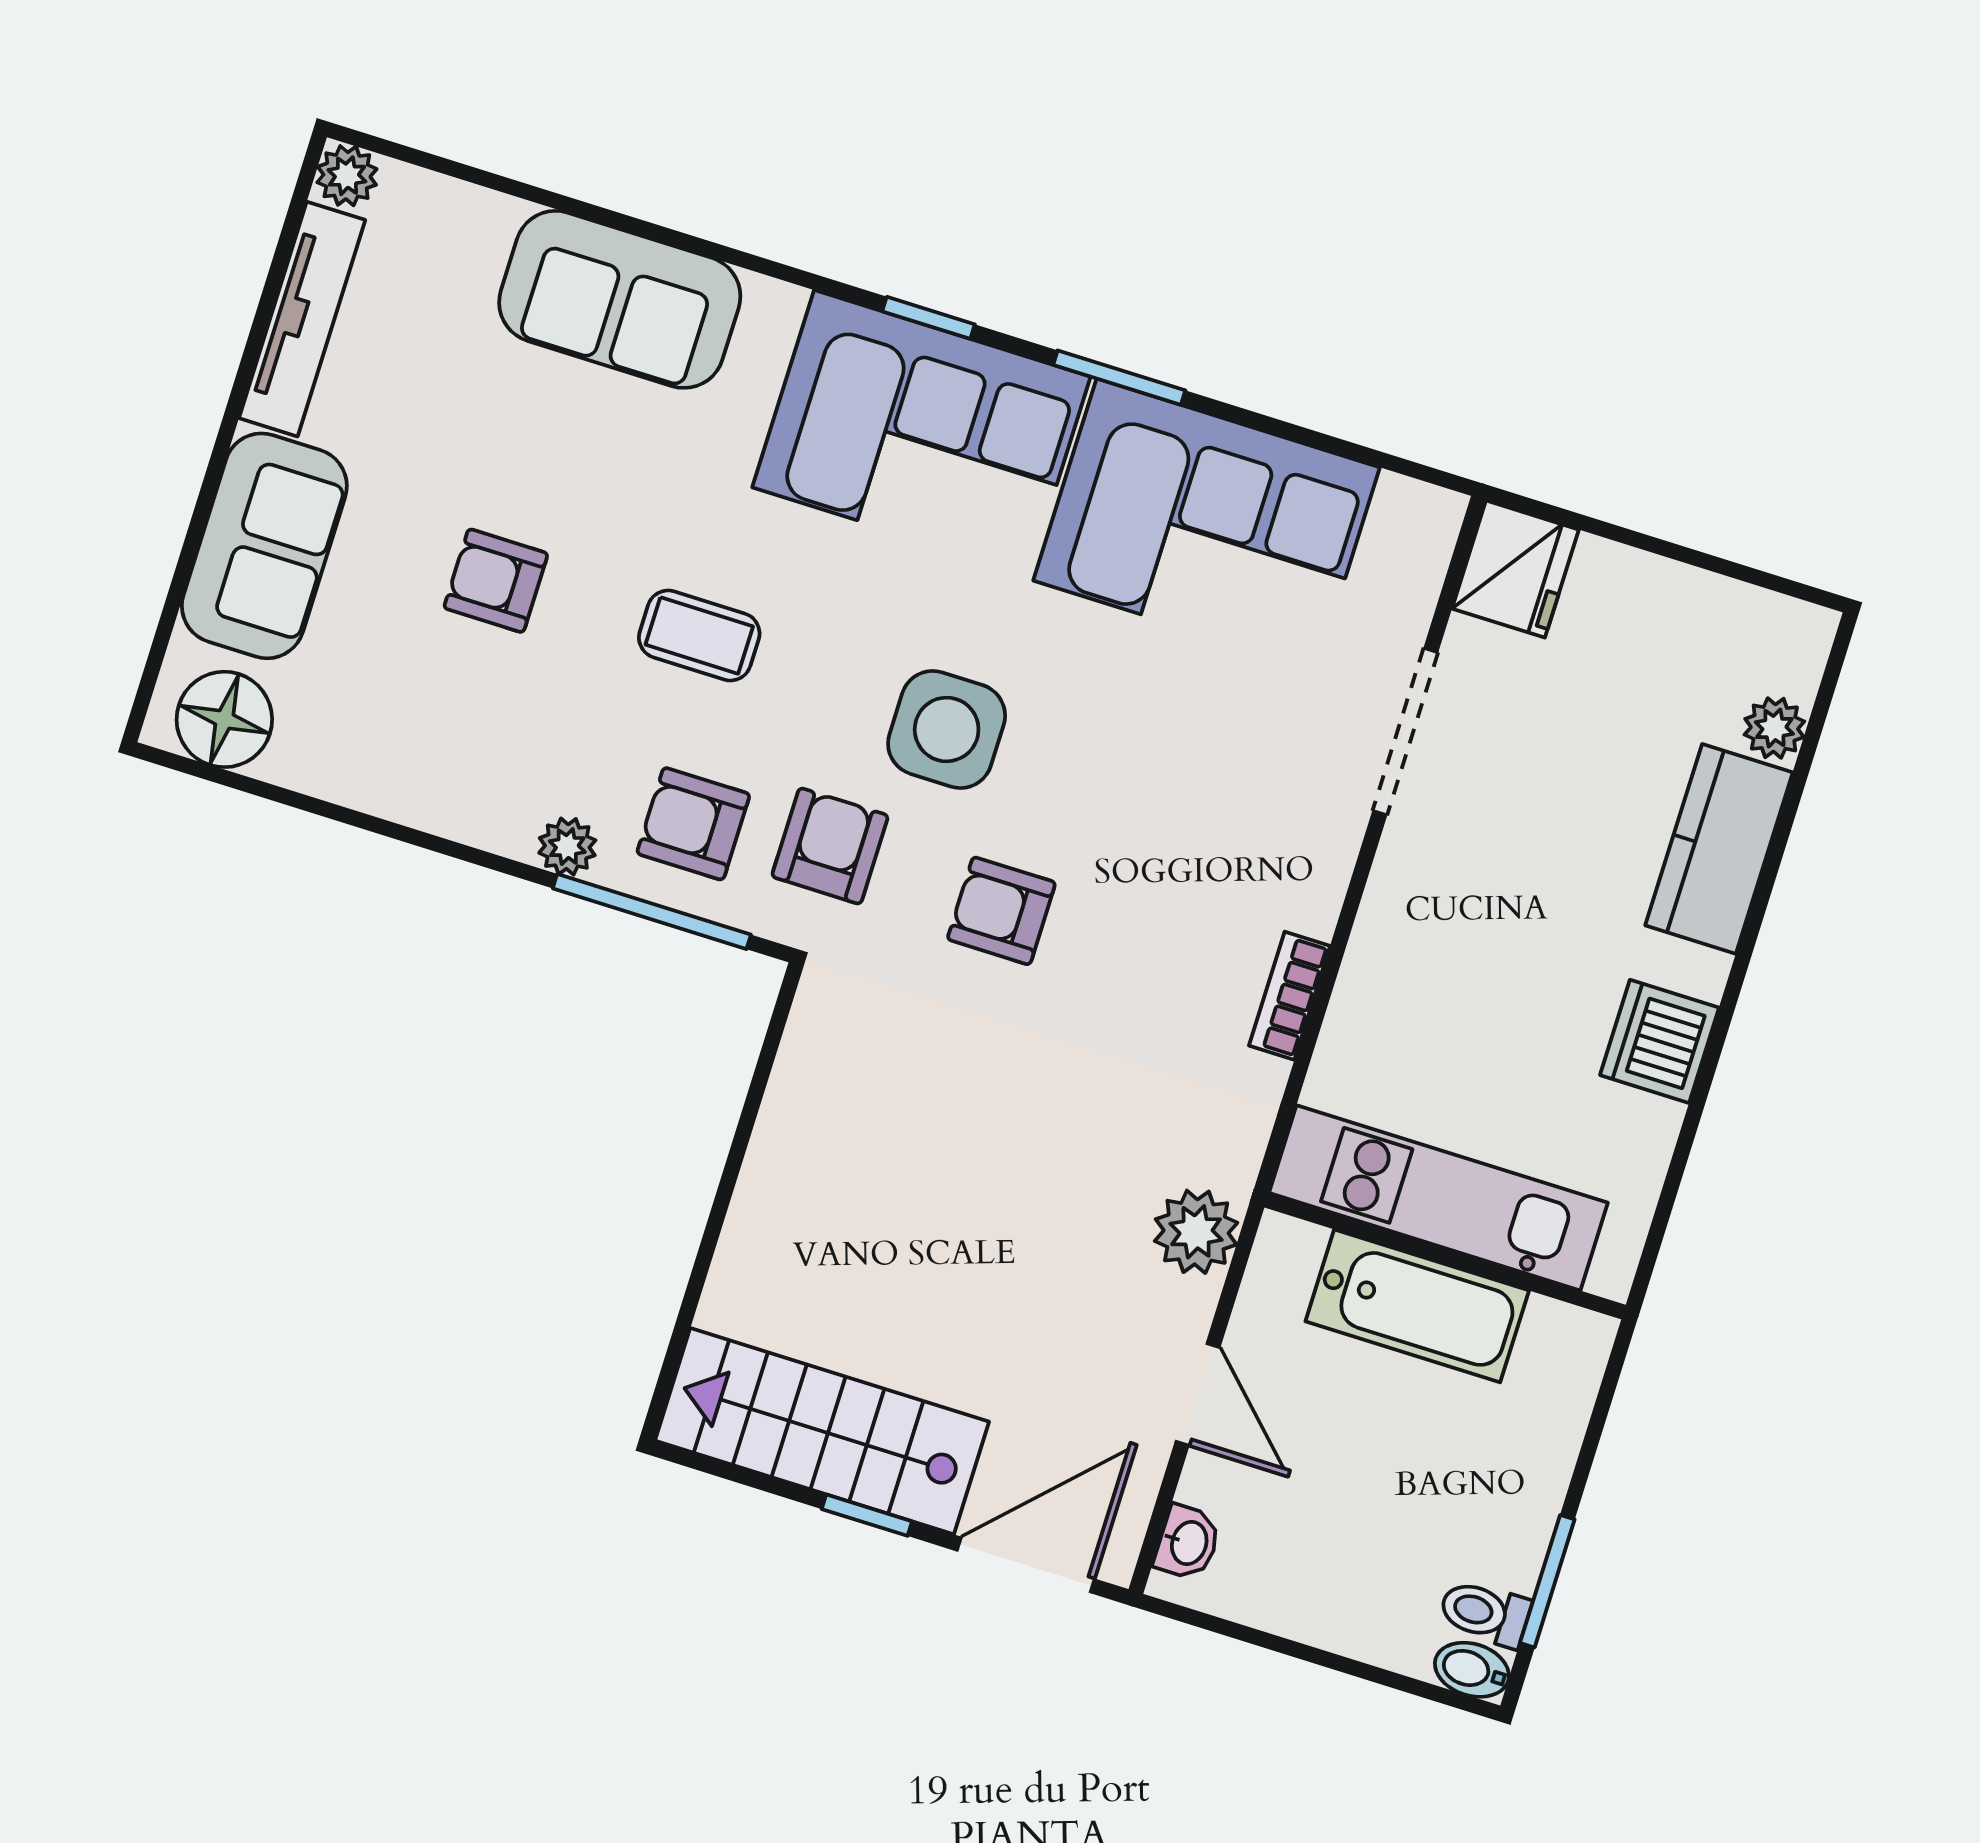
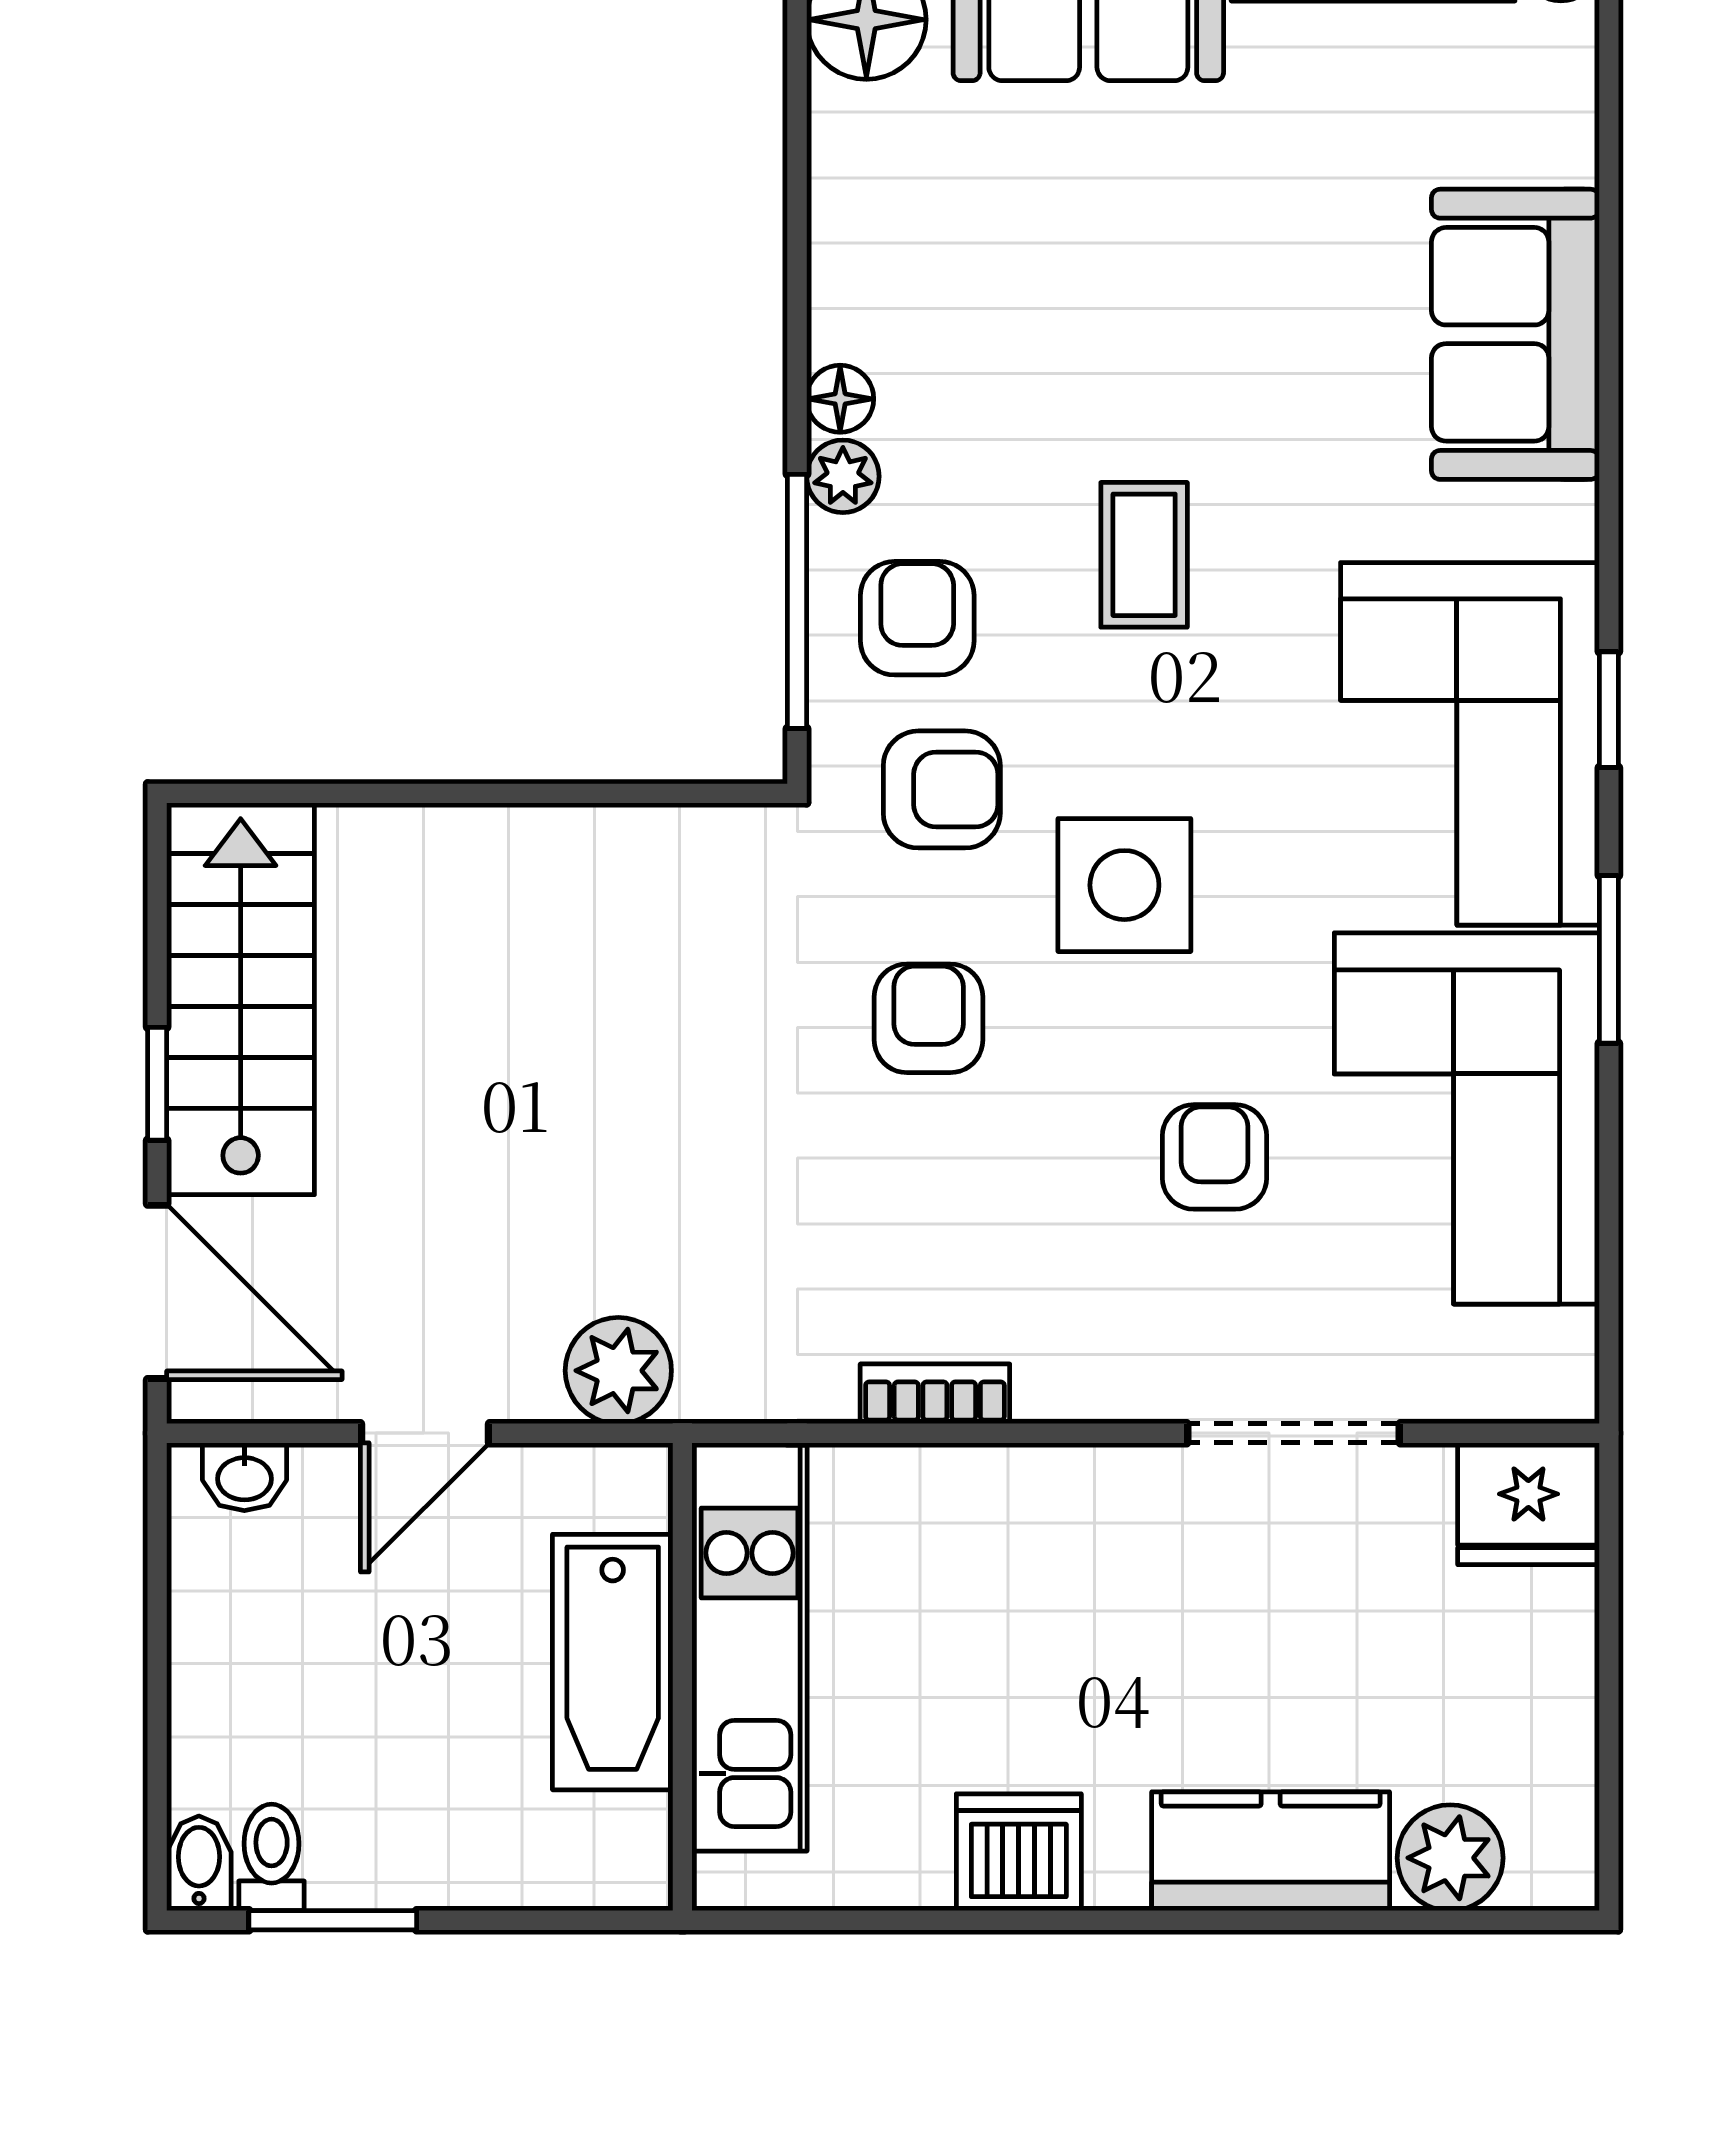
armchair: (496, 581) -> (1214, 1157), moved
plant: (1774, 728) -> (1450, 1858), width x1.38, depth x1.38
floor lamp: (507, 830) -> (840, 399), added

